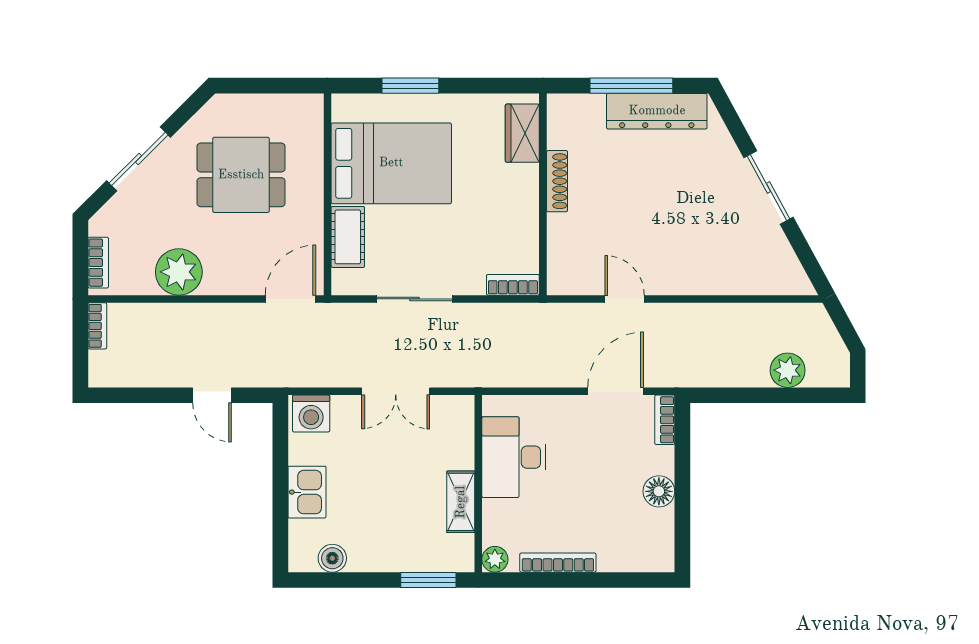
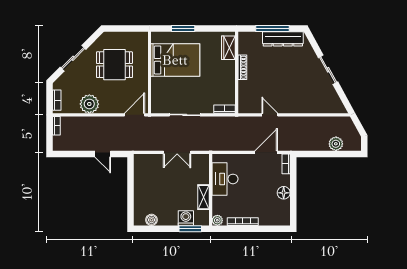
cot: (348, 237) -> (158, 90), removed
washing machine: (311, 414) -> (186, 218), moved, turned 180
kitchen sink: (307, 492) -> (141, 193), removed

